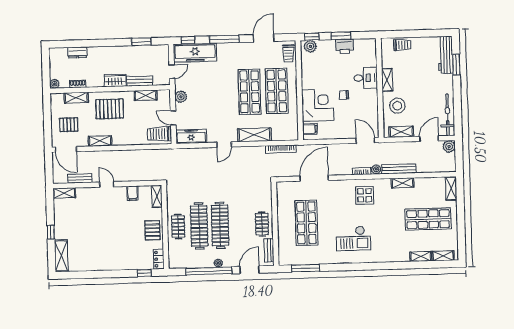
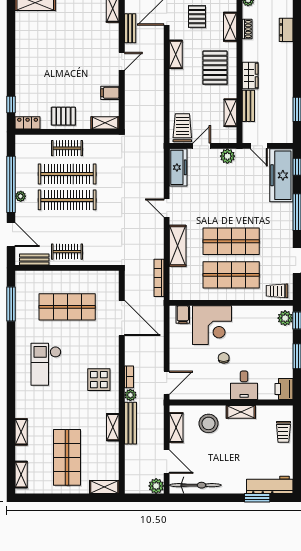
printer: (345, 46) -> (284, 389), moved
shelving: (421, 257) -> (21, 432), moved

